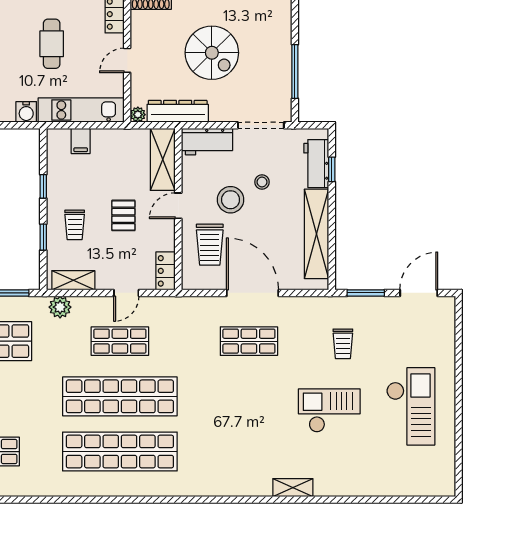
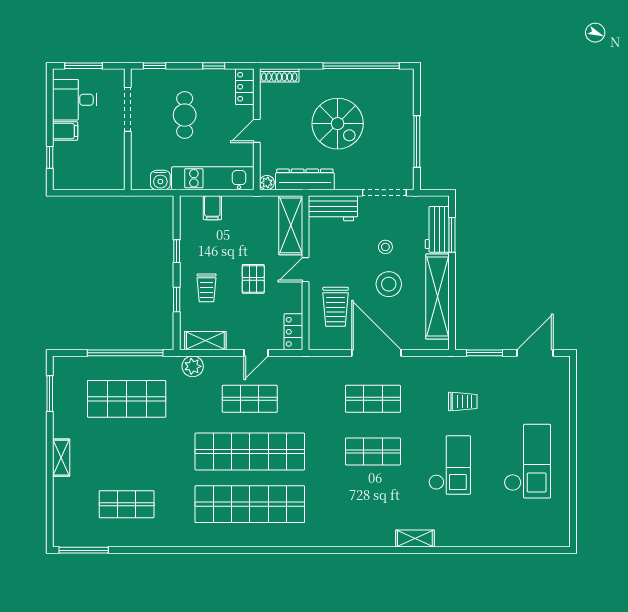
window: (332, 169) -> (452, 235), width x1.50
stool: (231, 200) -> (389, 284), moved
trolley: (343, 344) -> (463, 401), turned -90
shop shelf: (249, 396) -> (373, 452), added
checkout: (329, 410) -> (450, 465), turned 90

